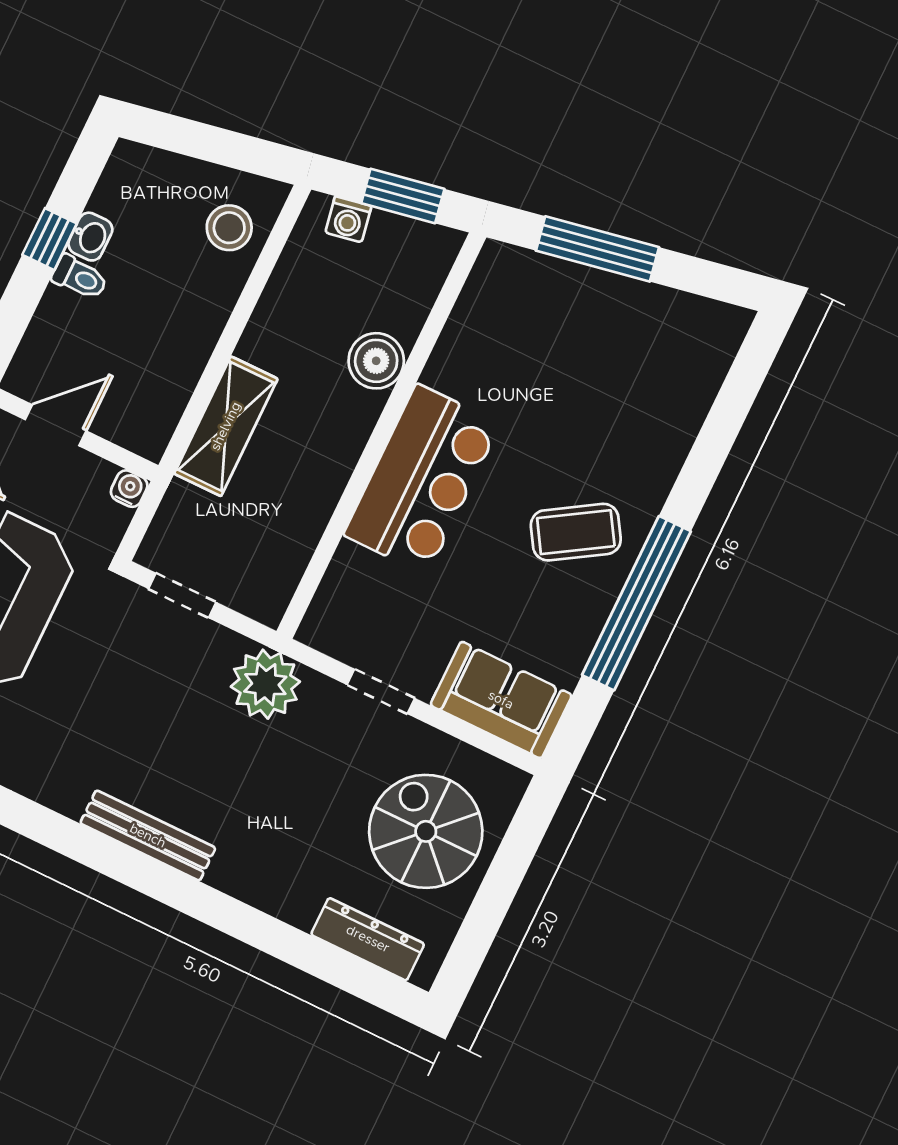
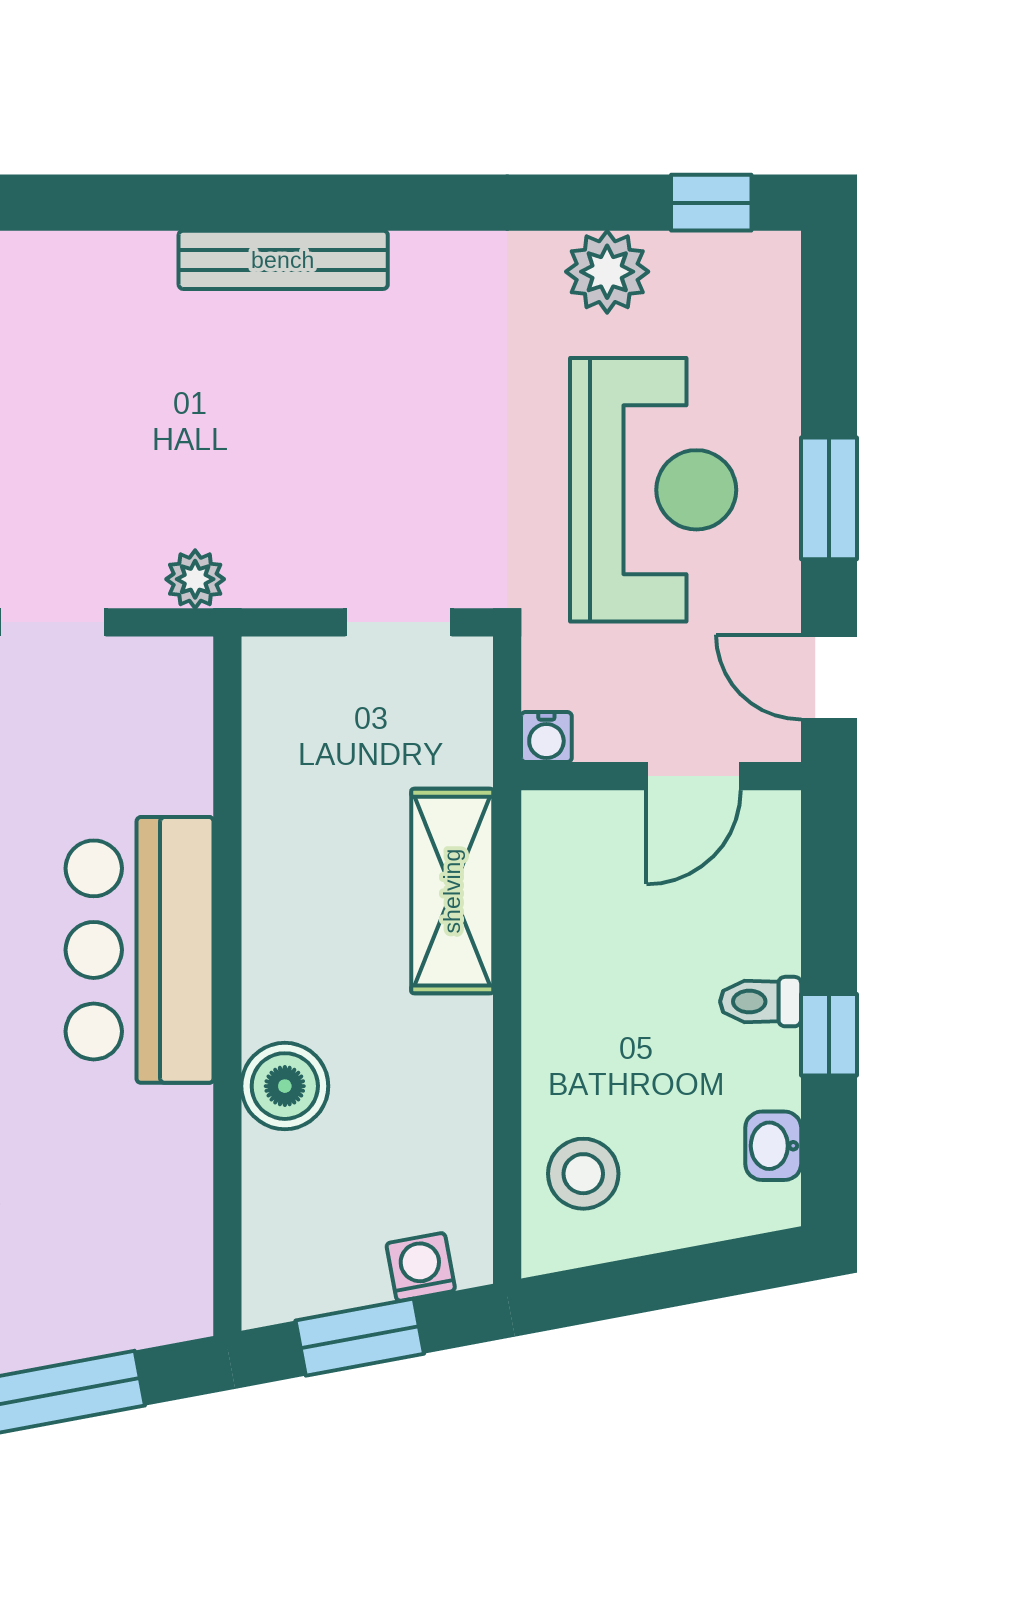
washbasin: (90, 237) -> (773, 1146), moved
plant: (265, 684) -> (195, 579), width x0.53, depth x0.53

